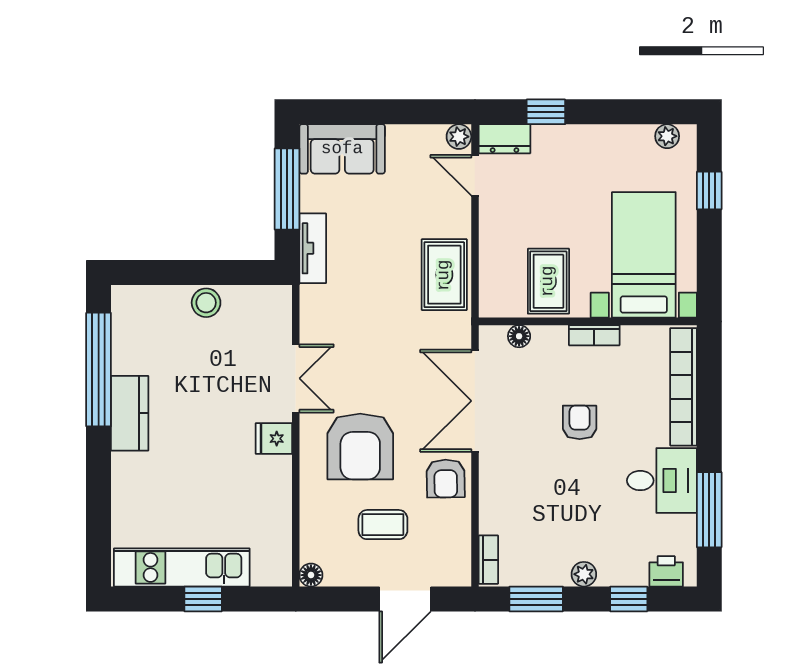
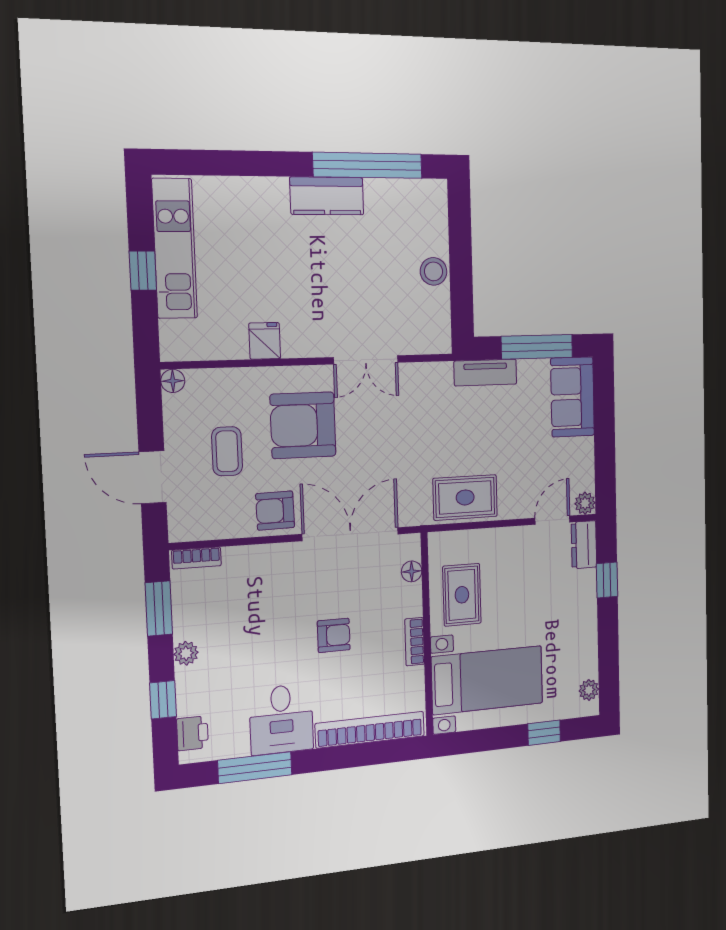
rug: (548, 281) -> (462, 595), turned 90
fridge: (274, 439) -> (265, 341), moved

